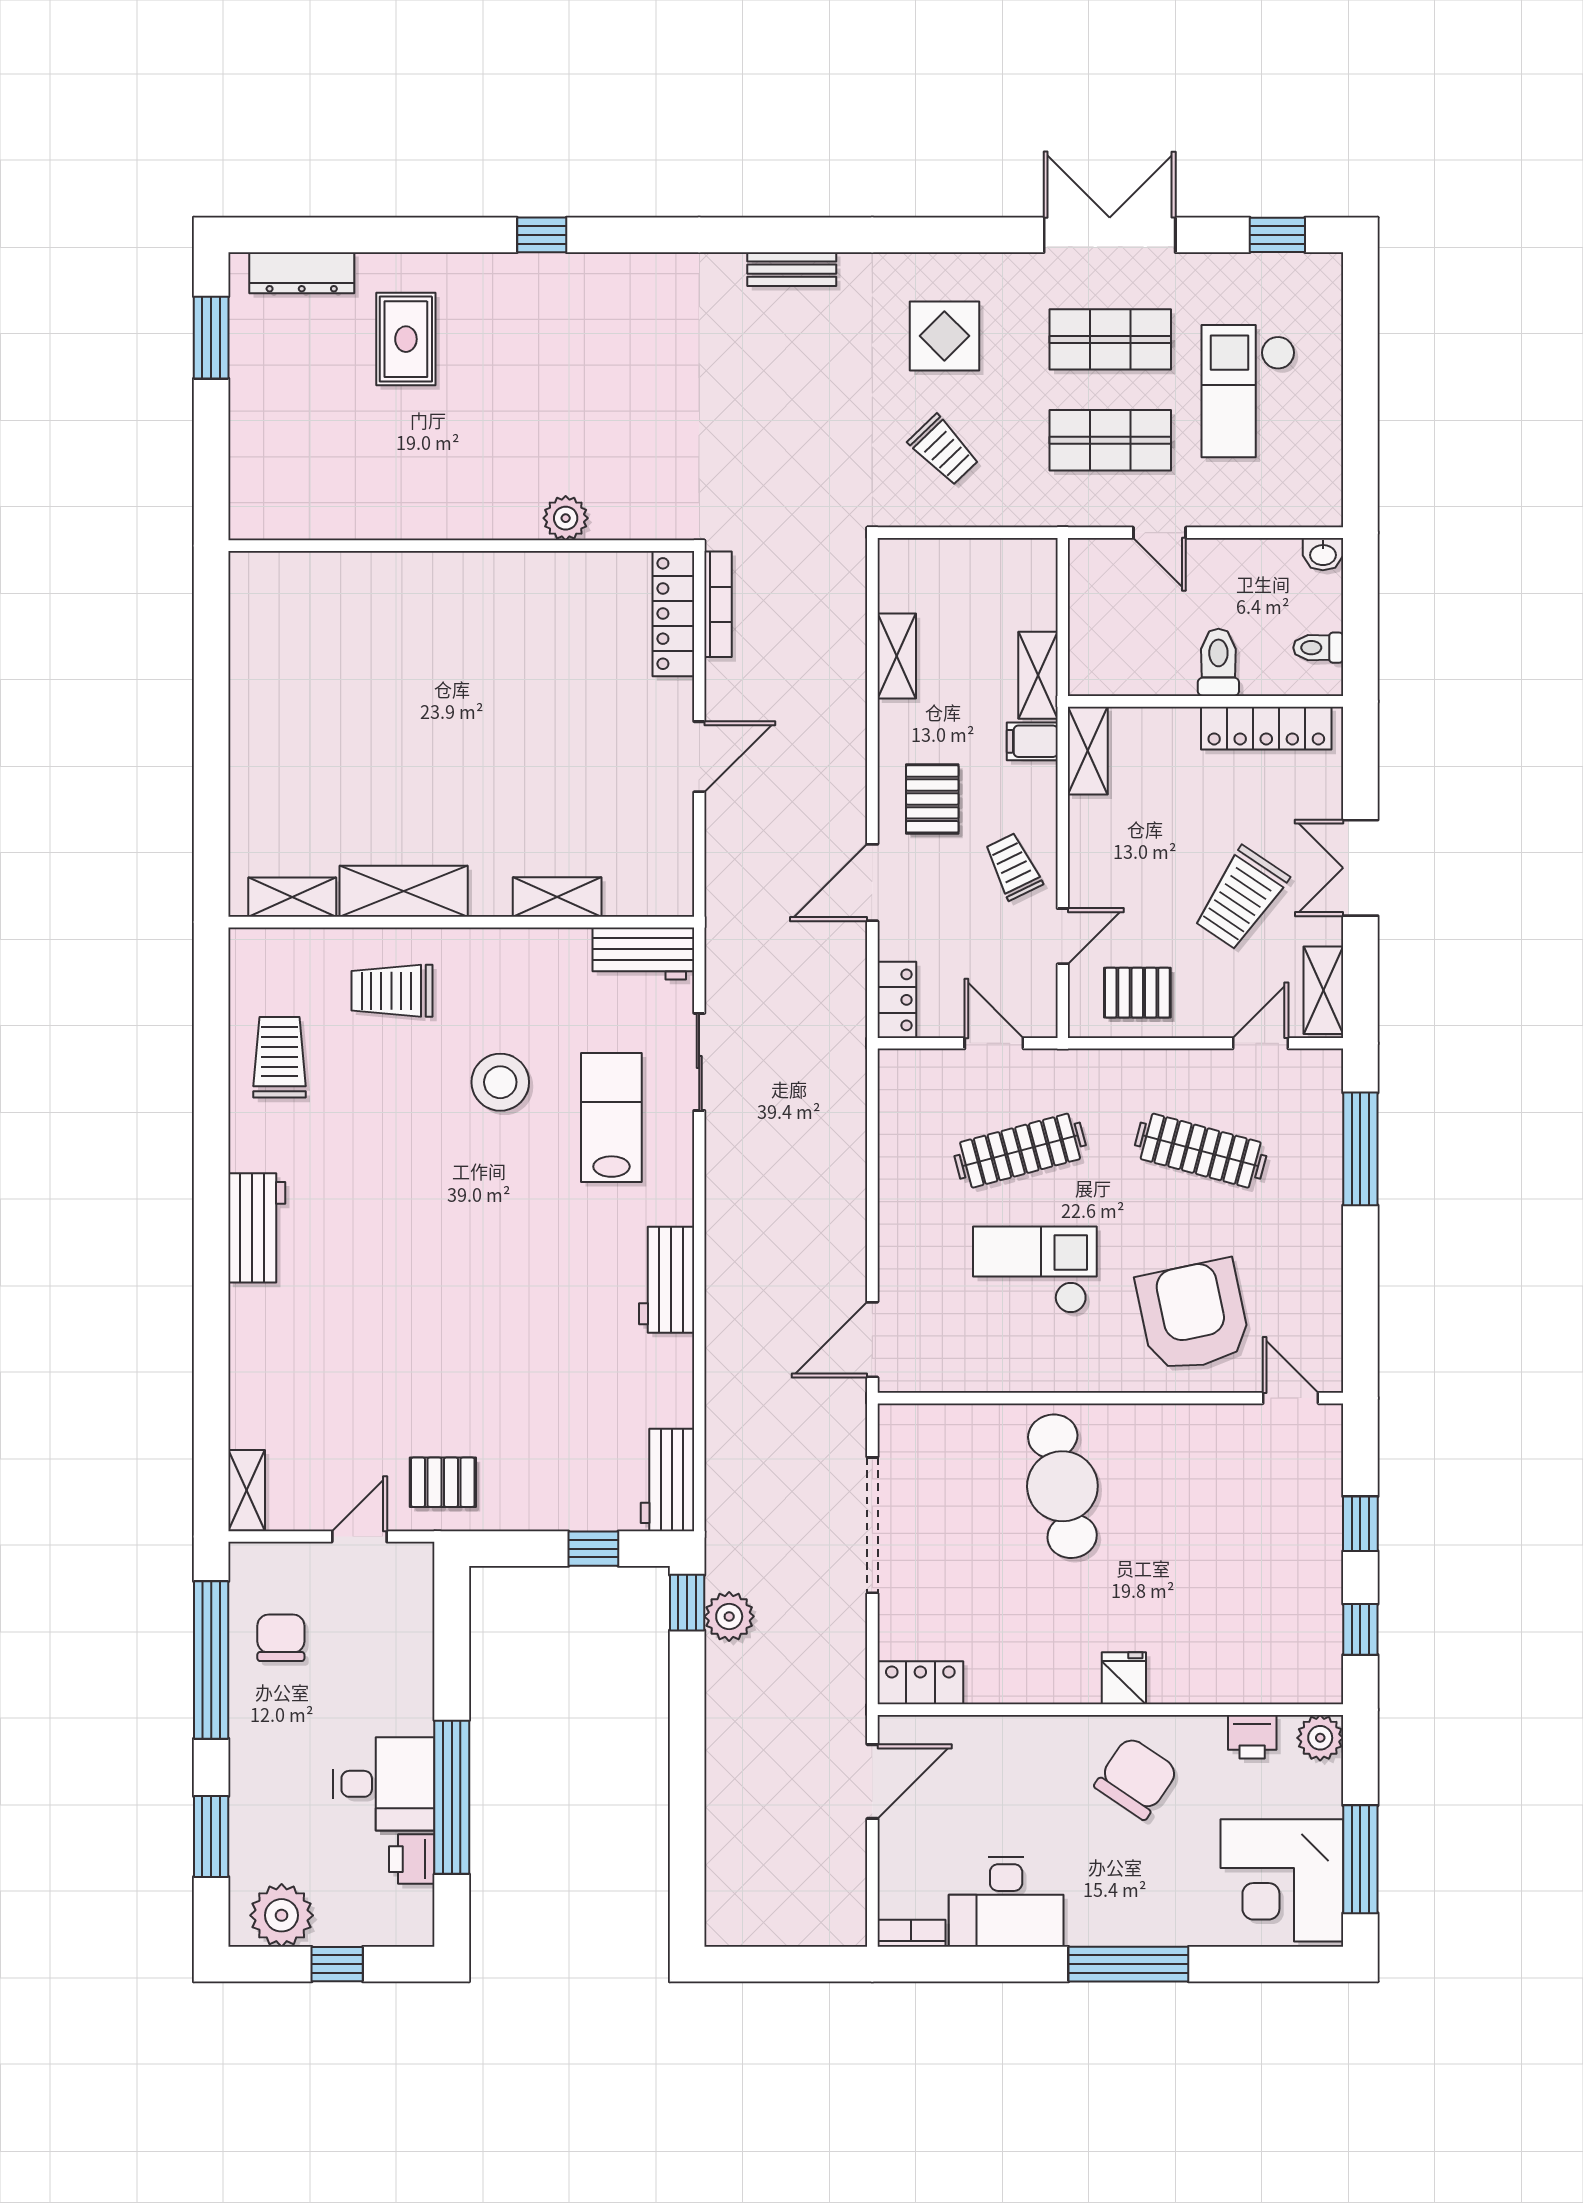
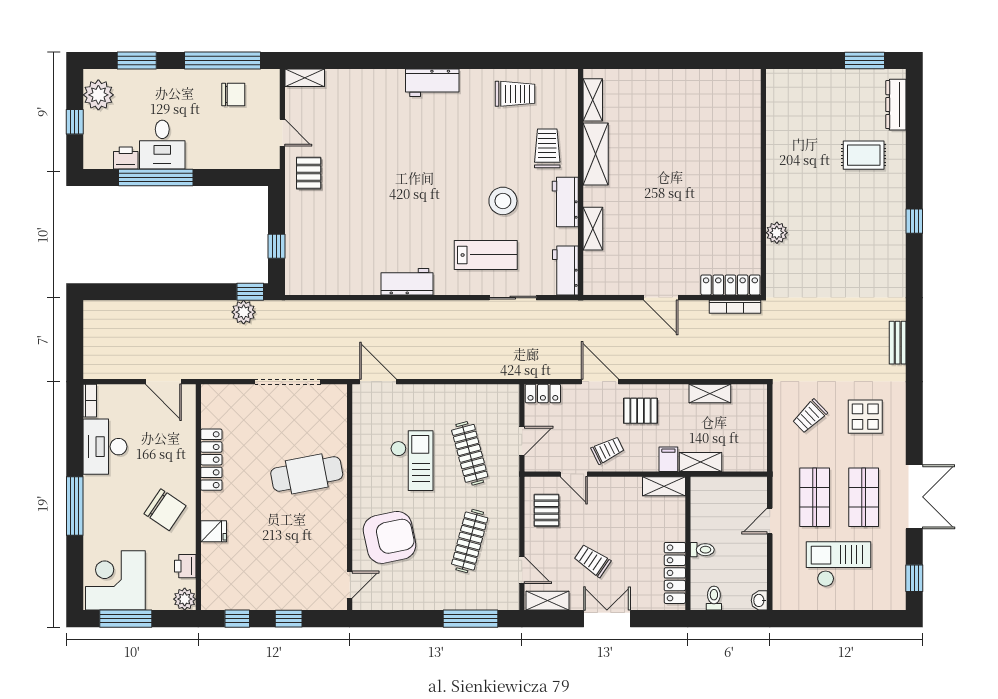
toilet: (1218, 662) -> (702, 550), width x0.73, depth x0.72
trolley: (1241, 898) -> (592, 561), width x0.73, depth x0.72
workbench: (668, 1480) -> (565, 202), moved, turned -90
fridge: (1124, 1678) -> (214, 531), moved
locker: (920, 1683) -> (211, 460), moved, width x1.53

